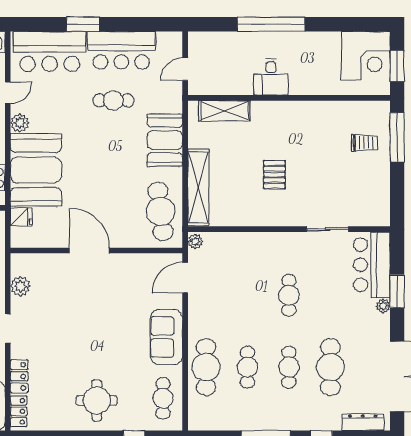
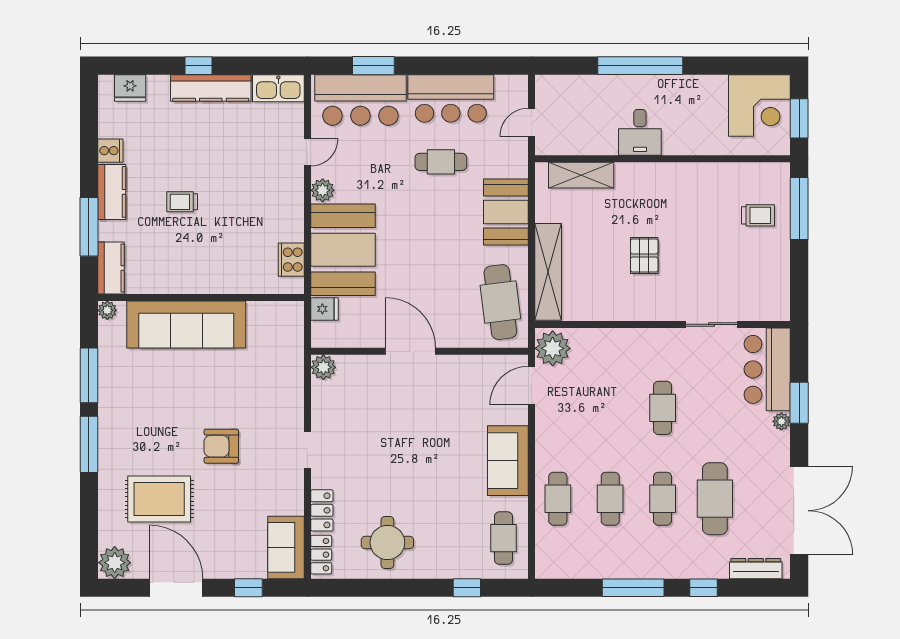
window: (83, 24) -> (373, 66), moved
plant: (195, 242) -> (553, 348), width x1.88, depth x1.88
plant: (20, 286) -> (323, 367), moved
cafe table: (206, 367) -> (558, 499), width x0.73, depth x0.74
round table: (97, 400) -> (387, 542), moved

